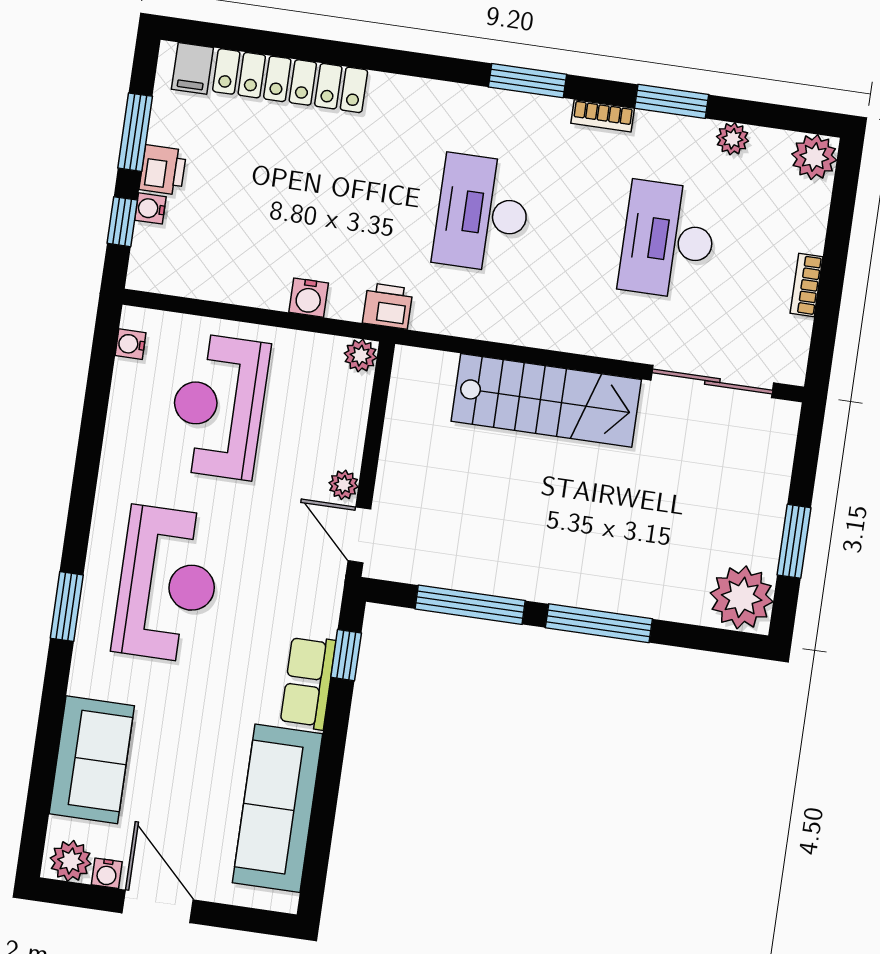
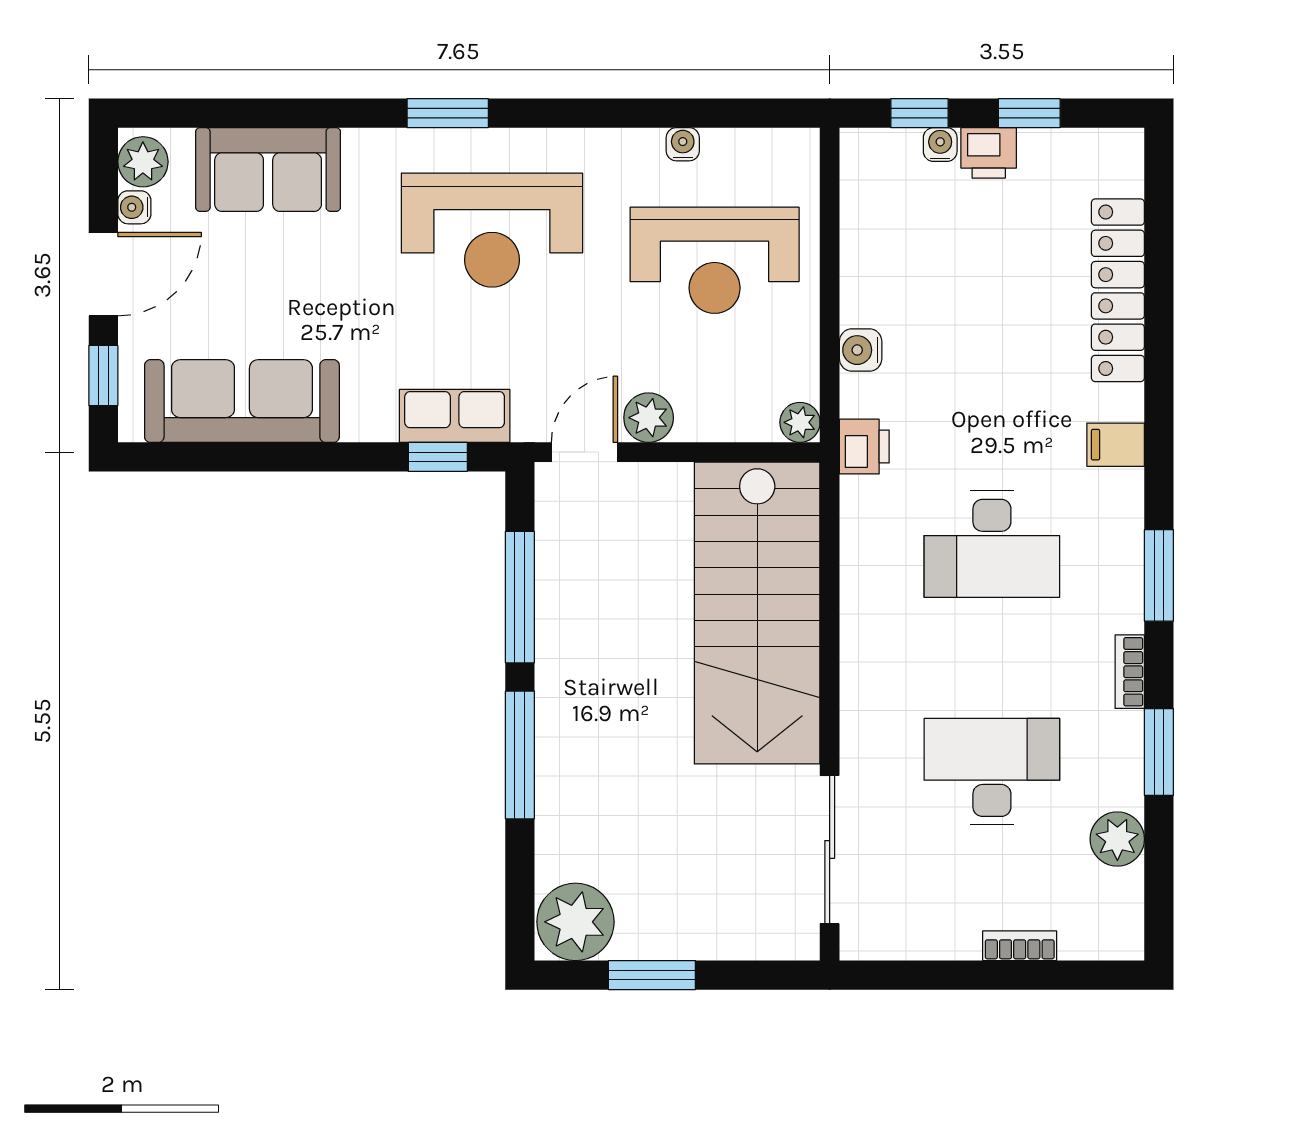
filing cabinet: (192, 68) -> (1116, 445), moved
window: (135, 132) -> (1029, 113), width x0.67
plant: (733, 139) -> (1117, 839), width x1.38, depth x1.38
plant: (814, 157) -> (1117, 933), removed
desk: (482, 213) -> (992, 544), turned 180
bookcase: (807, 285) -> (1020, 946), moved
water cooler: (130, 344) -> (683, 144), moved
stairs: (546, 400) -> (757, 613), width x1.36, depth x1.51
reception desk: (218, 406) -> (715, 260), turned 180
plant: (344, 485) -> (649, 418), width x1.38, depth x1.38
row of seats: (308, 682) -> (455, 416), moved
window: (240, 918) -> (103, 376), added

